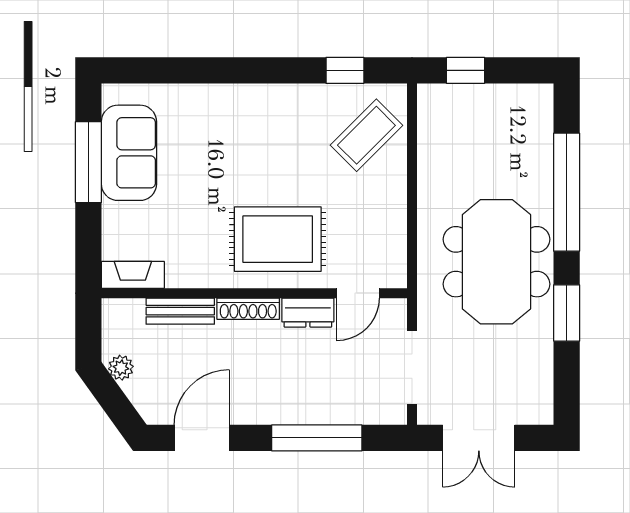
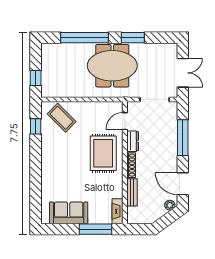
window: (88, 162) -> (95, 229), moved
door: (358, 293) -> (125, 121), swing flipped
plant: (121, 368) -> (170, 205), moved

